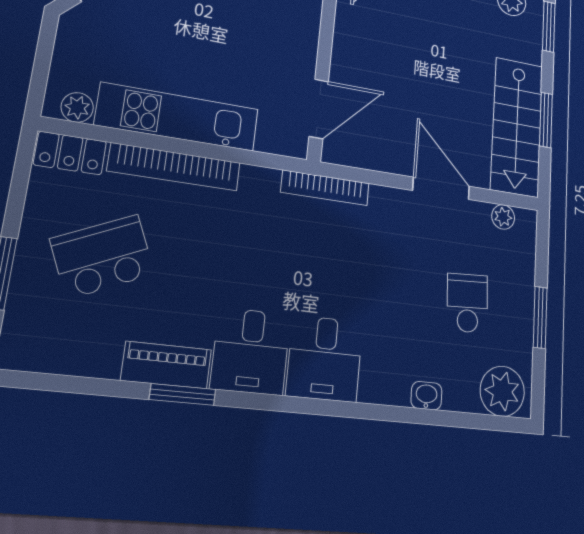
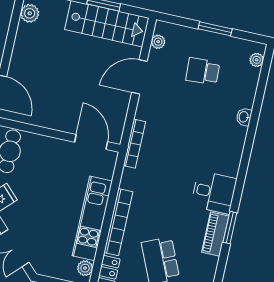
desk: (325, 359) -> (222, 155), removed
plant: (502, 391) -> (257, 60), width x0.53, depth x0.53
washbasin: (426, 396) -> (244, 117), moved

